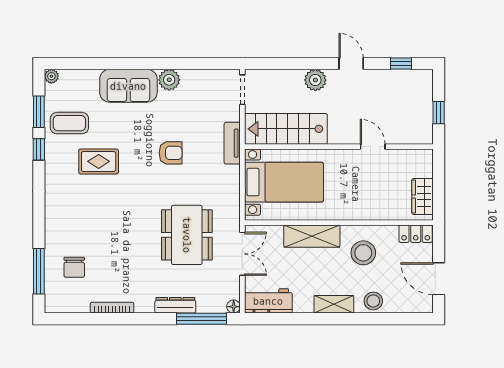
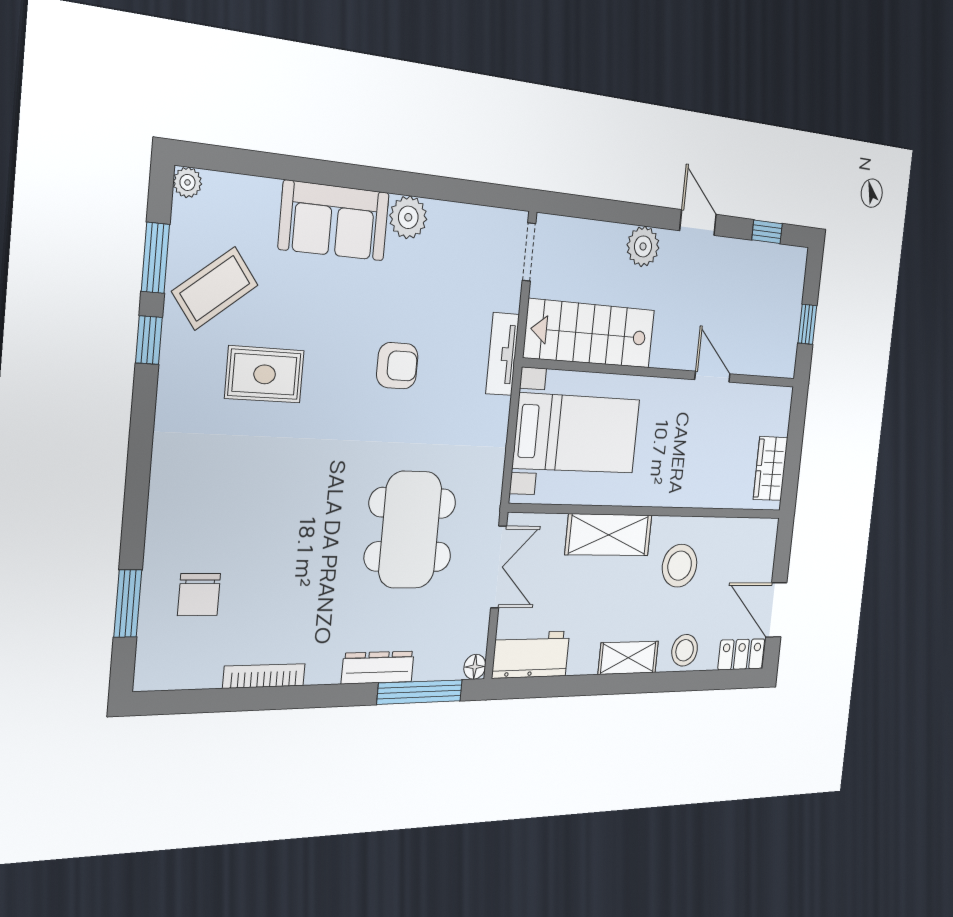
coffee table: (69, 123) -> (215, 288), turned -38
locker: (416, 234) -> (741, 654), moved, turned 180
window: (39, 271) -> (128, 603), width x0.69

